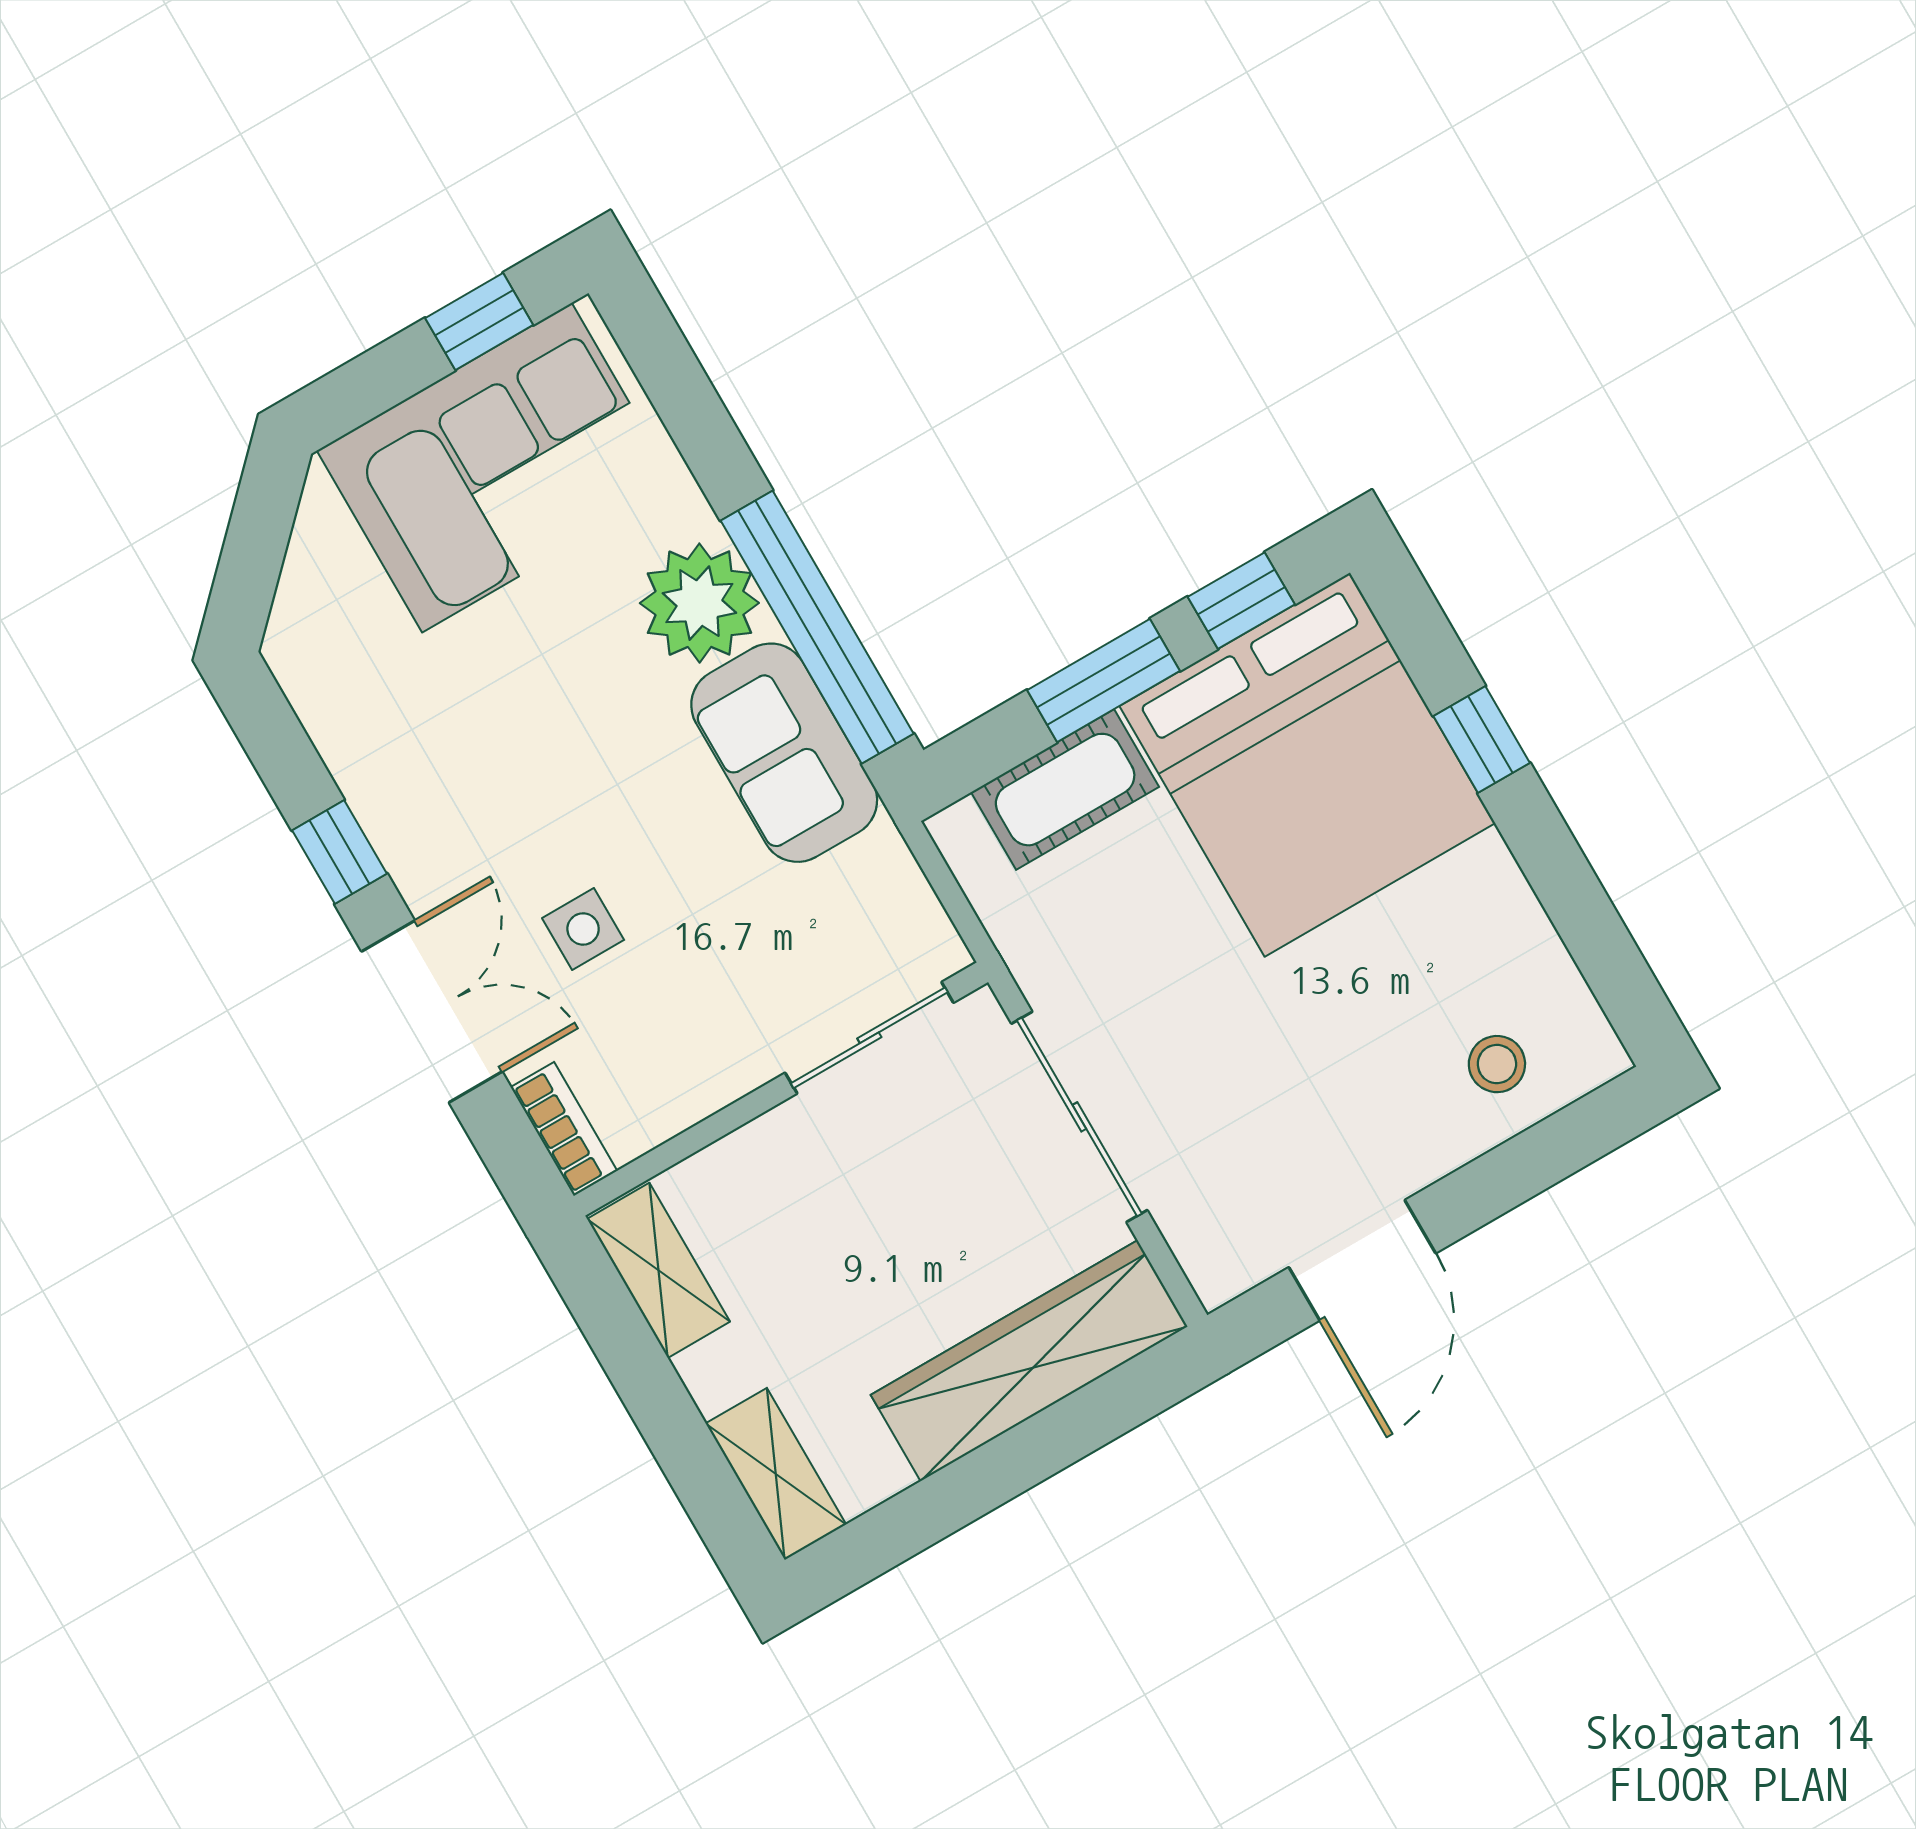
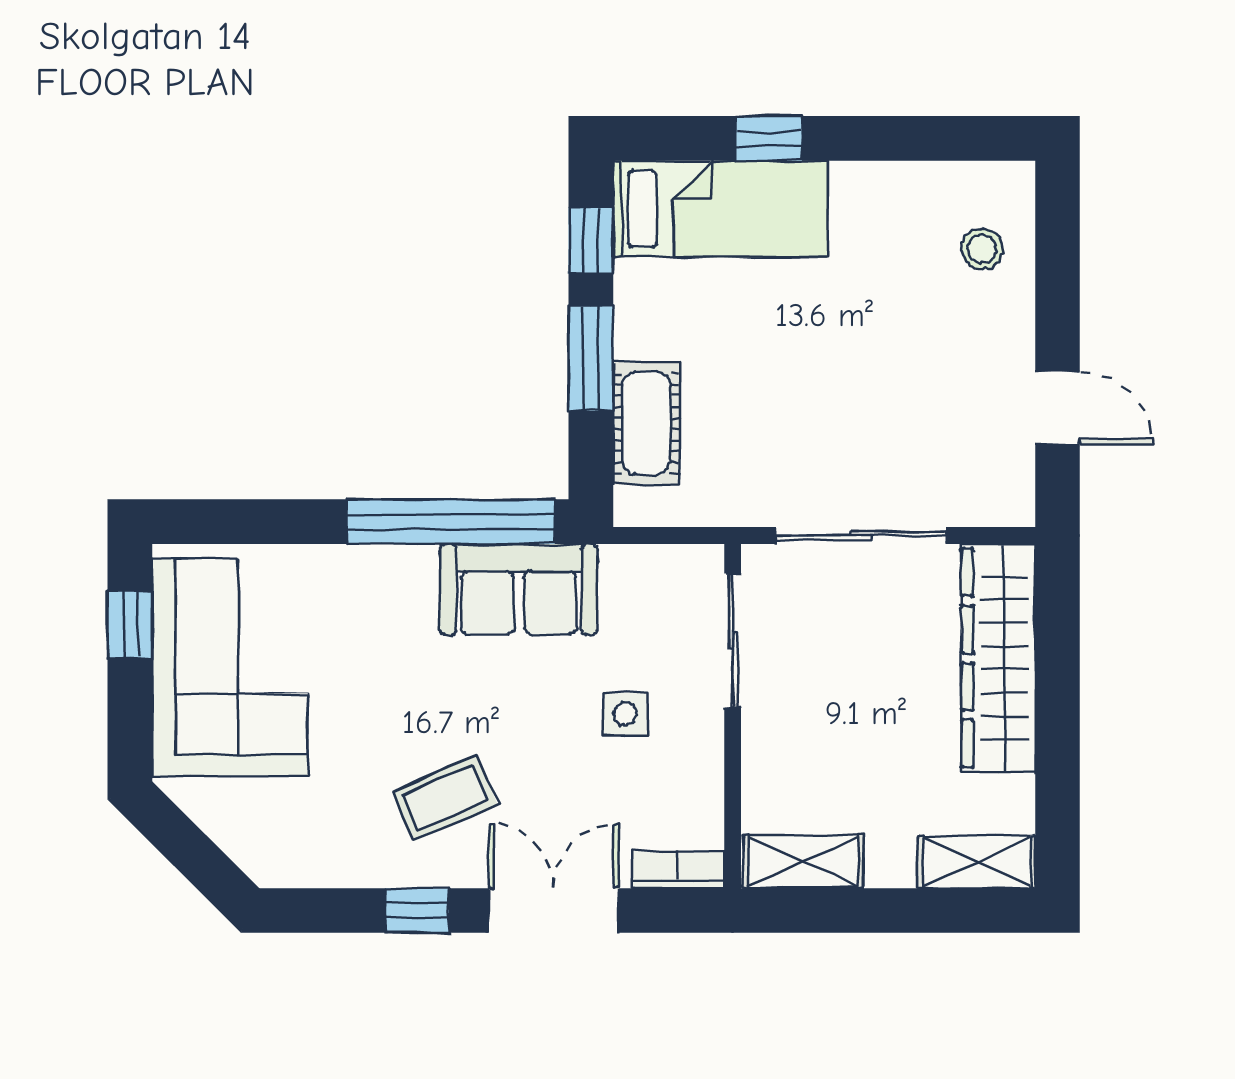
plant: (699, 603) -> (392, 588), removed
bed: (1307, 765) -> (720, 209), width x0.49
coffee table: (490, 808) -> (445, 798), added
side table: (583, 929) -> (625, 714), moved
door: (1362, 1260) -> (1058, 408), width x0.73

